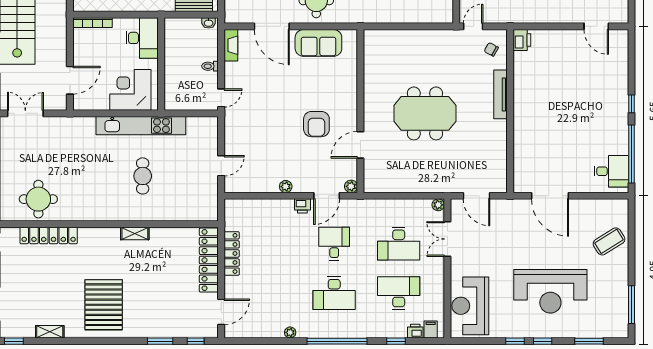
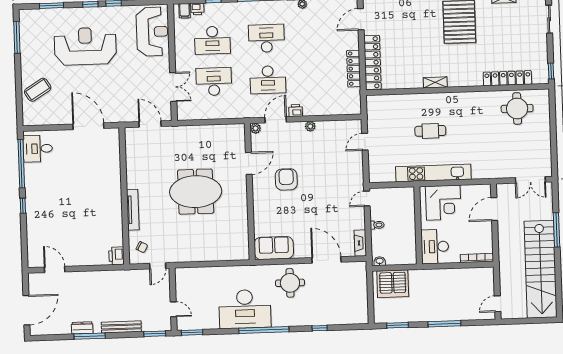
sofa: (318, 43) -> (274, 248), moved
cafe table: (143, 176) -> (430, 131), turned 90
plant: (438, 205) -> (182, 115), removed
desk: (334, 244) -> (268, 80), width x1.37

